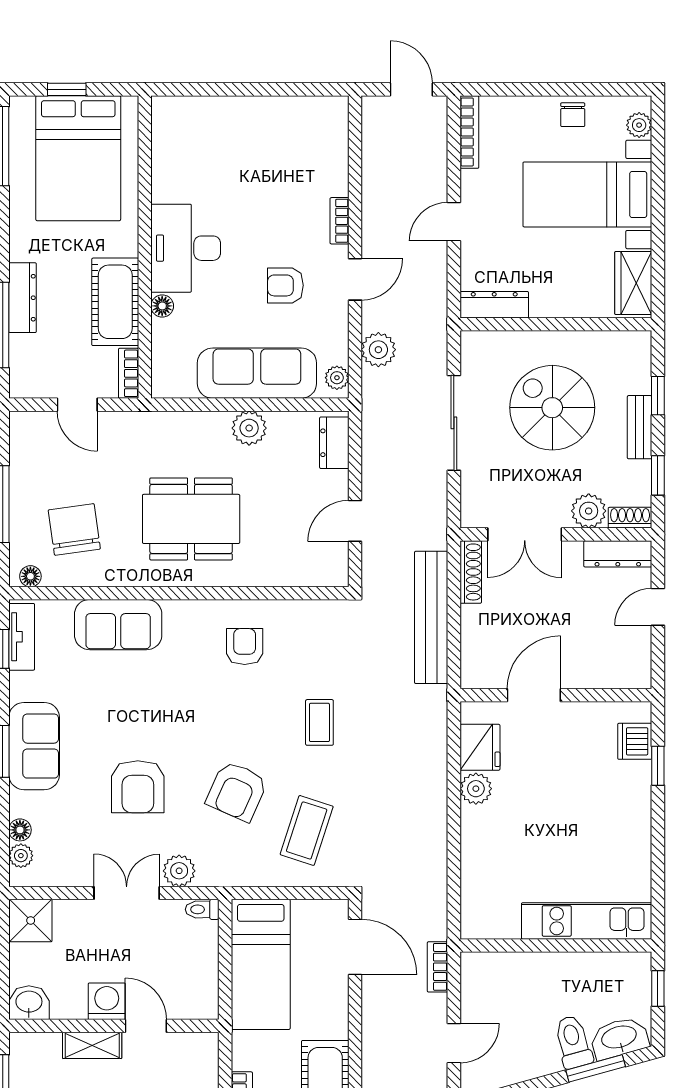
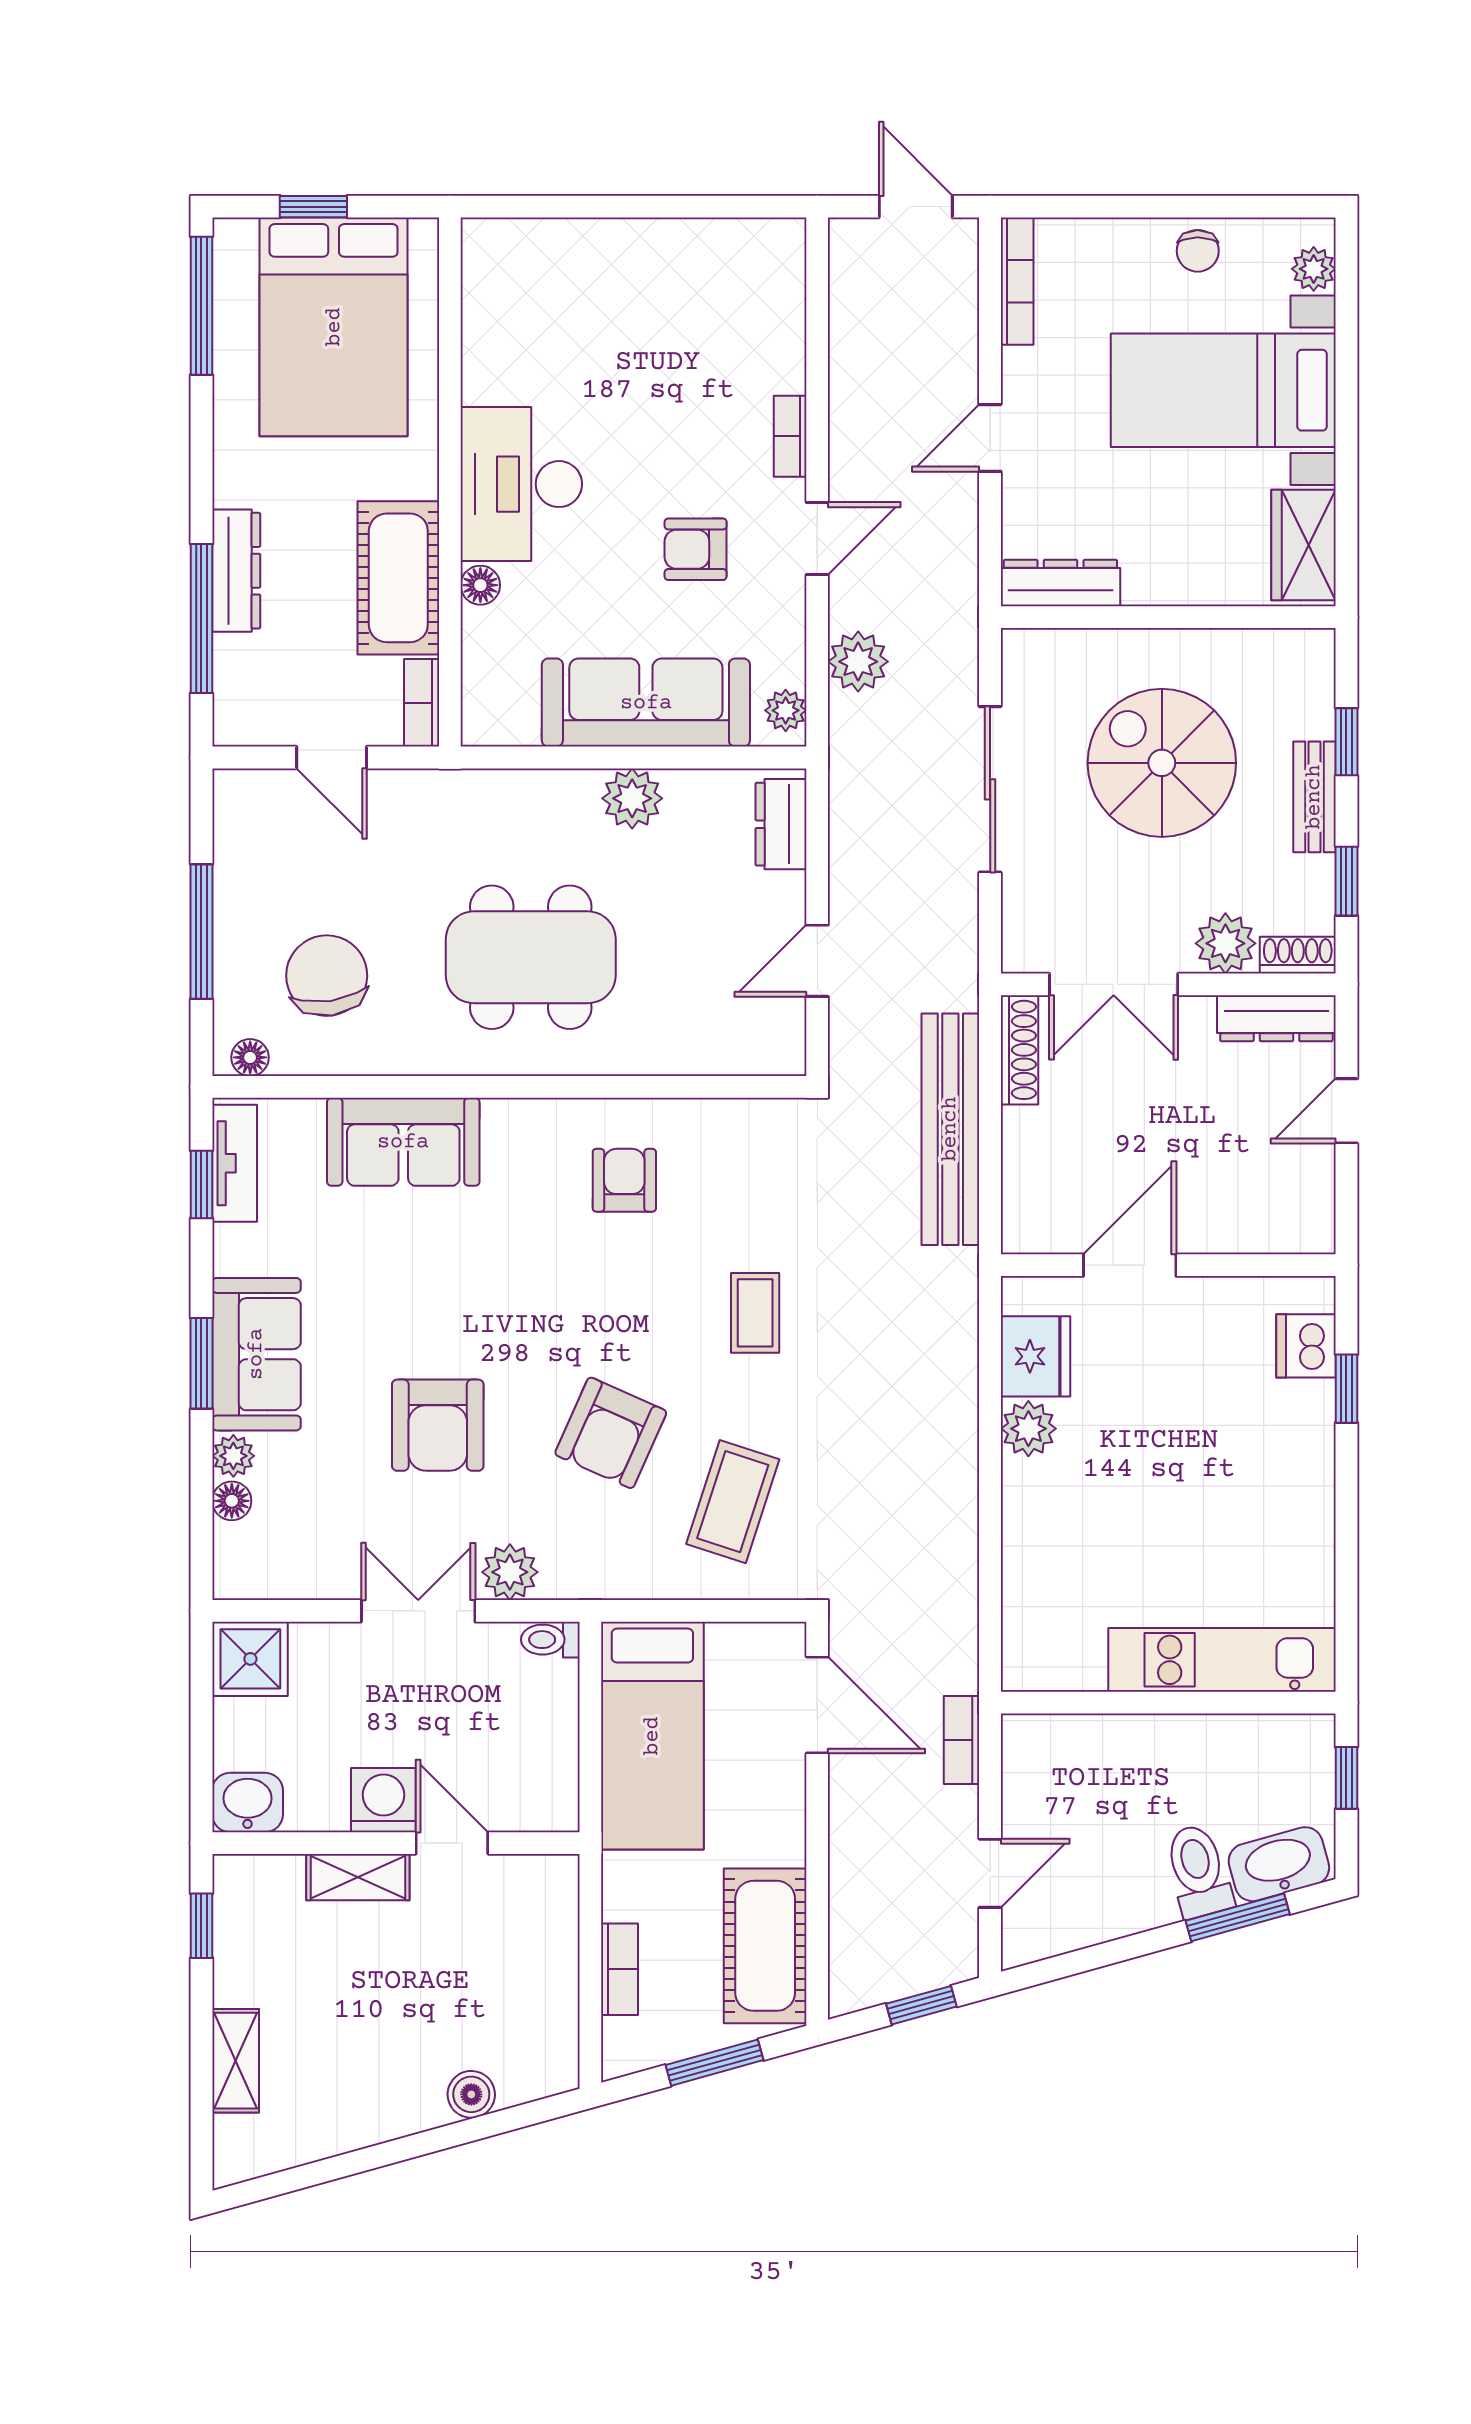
plant: (21, 856) -> (233, 1456), moved

